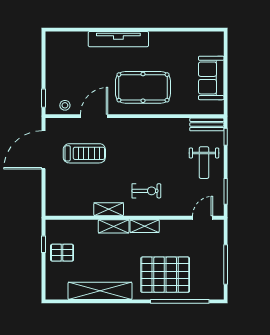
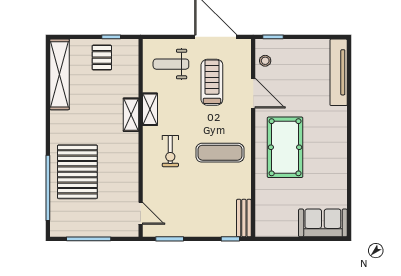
tv unit: (118, 39) -> (339, 72), moved
sofa: (211, 78) -> (323, 223), moved
exercise mat: (148, 146) -> (220, 153), added
treadmill: (84, 153) -> (212, 82), turned 180
weight bench: (204, 163) -> (171, 64), moved
shelving: (145, 226) -> (131, 149), removed
shelving: (100, 291) -> (59, 74), moved

